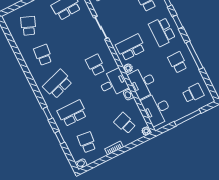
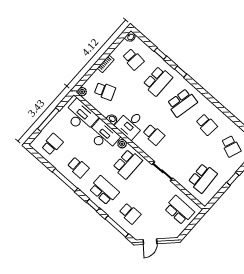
school desk: (58, 84) -> (182, 103), turned 30
school desk: (193, 93) -> (52, 144), turned 180

